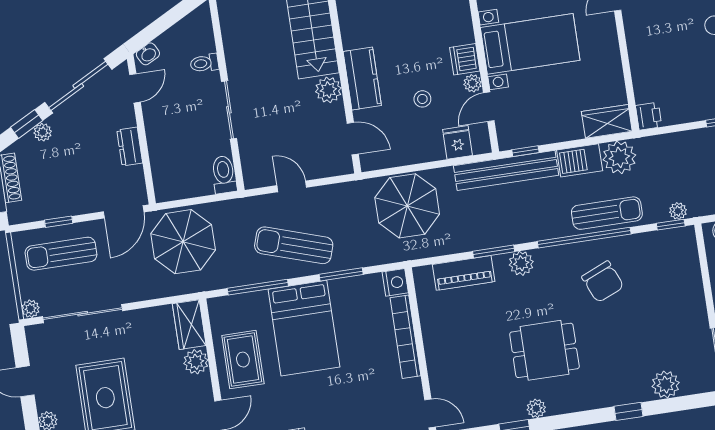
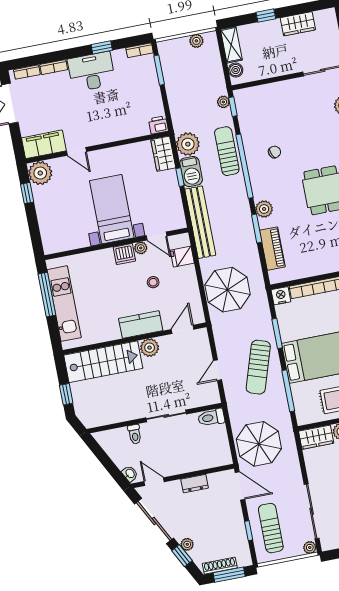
window: (525, 151) -> (180, 177), moved
sun lounger: (61, 254) -> (271, 528), turned 180
chair: (603, 282) -> (274, 152), width x0.54, depth x0.54

